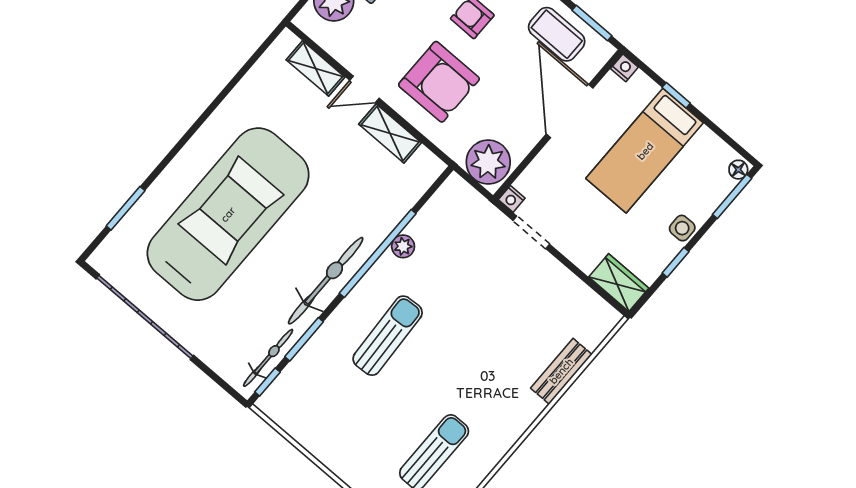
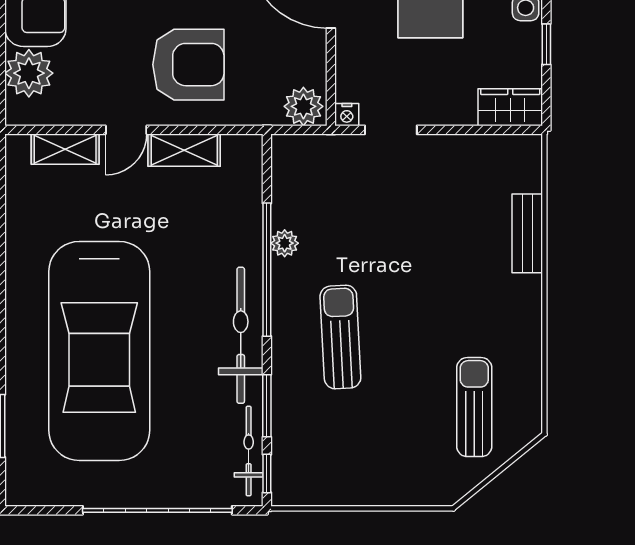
plant: (488, 162) -> (303, 106), width x0.73, depth x0.73
car: (228, 214) -> (99, 351), turned 180
garage door: (145, 317) -> (157, 510), moved

